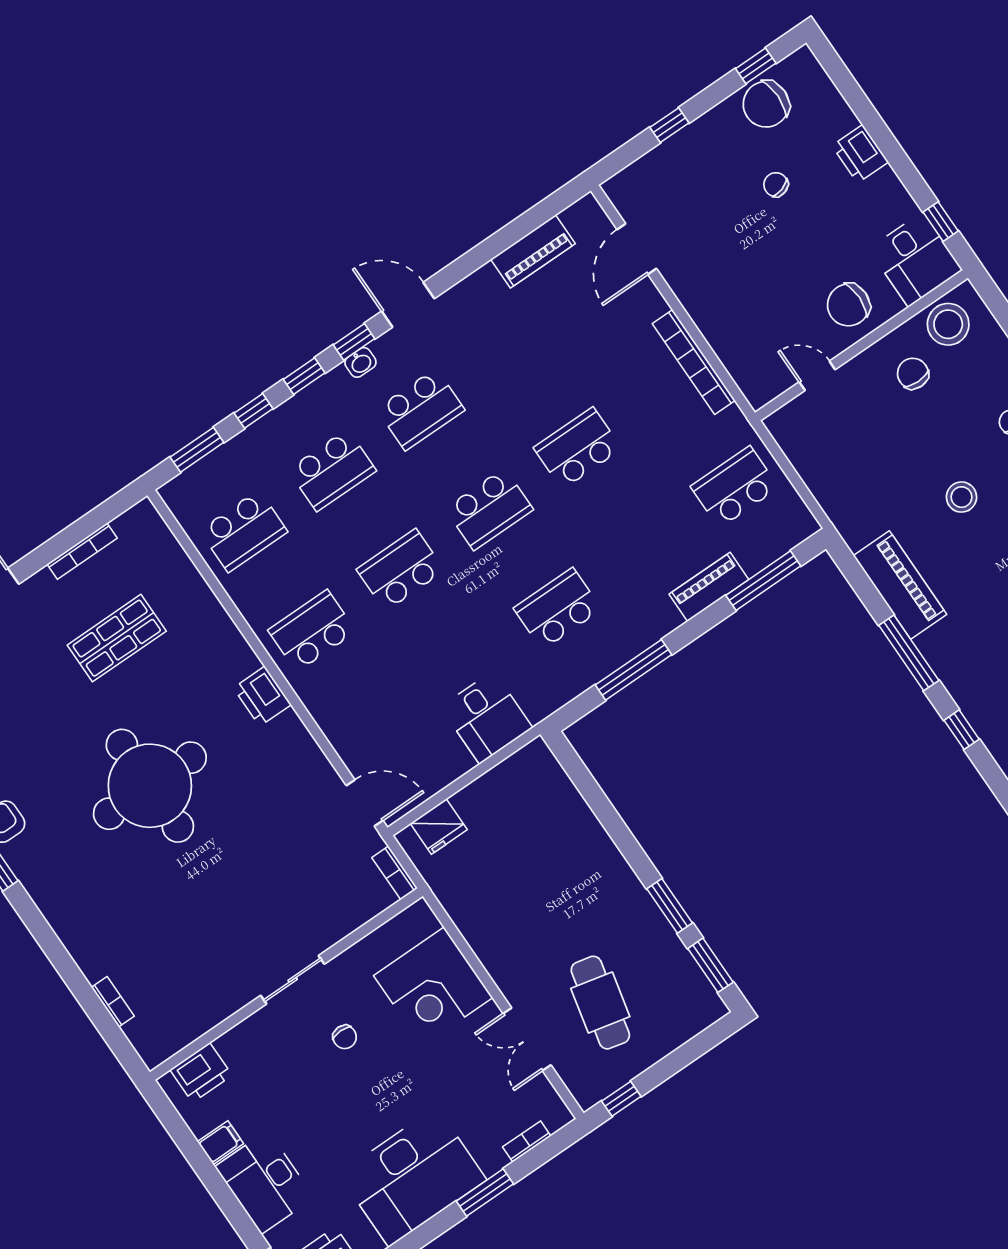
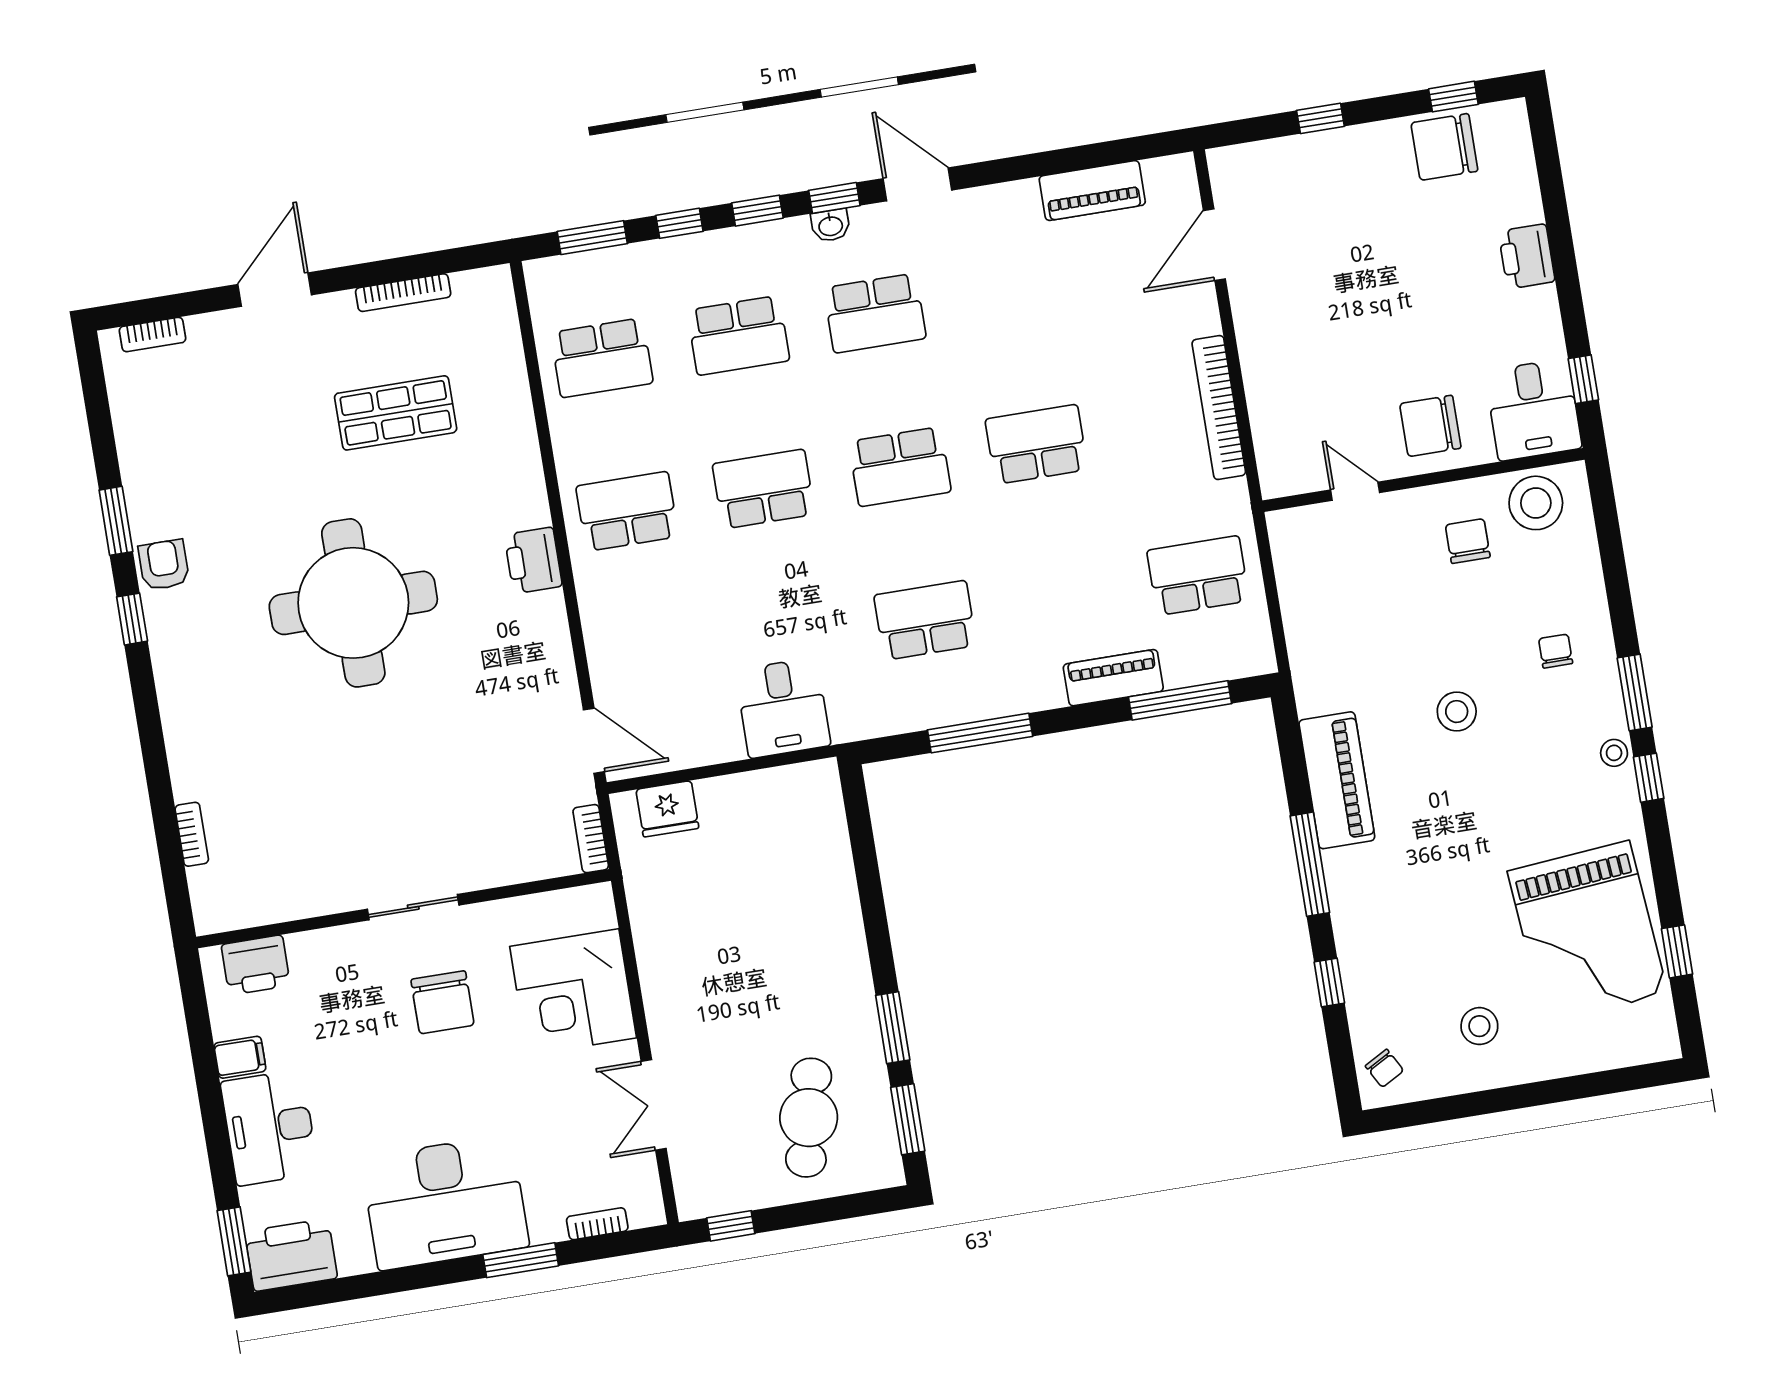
chair: (776, 185) -> (1412, 246), removed
cafe table: (600, 1003) -> (809, 1118), moved
chair: (345, 1037) -> (442, 1002), width x1.87, depth x1.87

